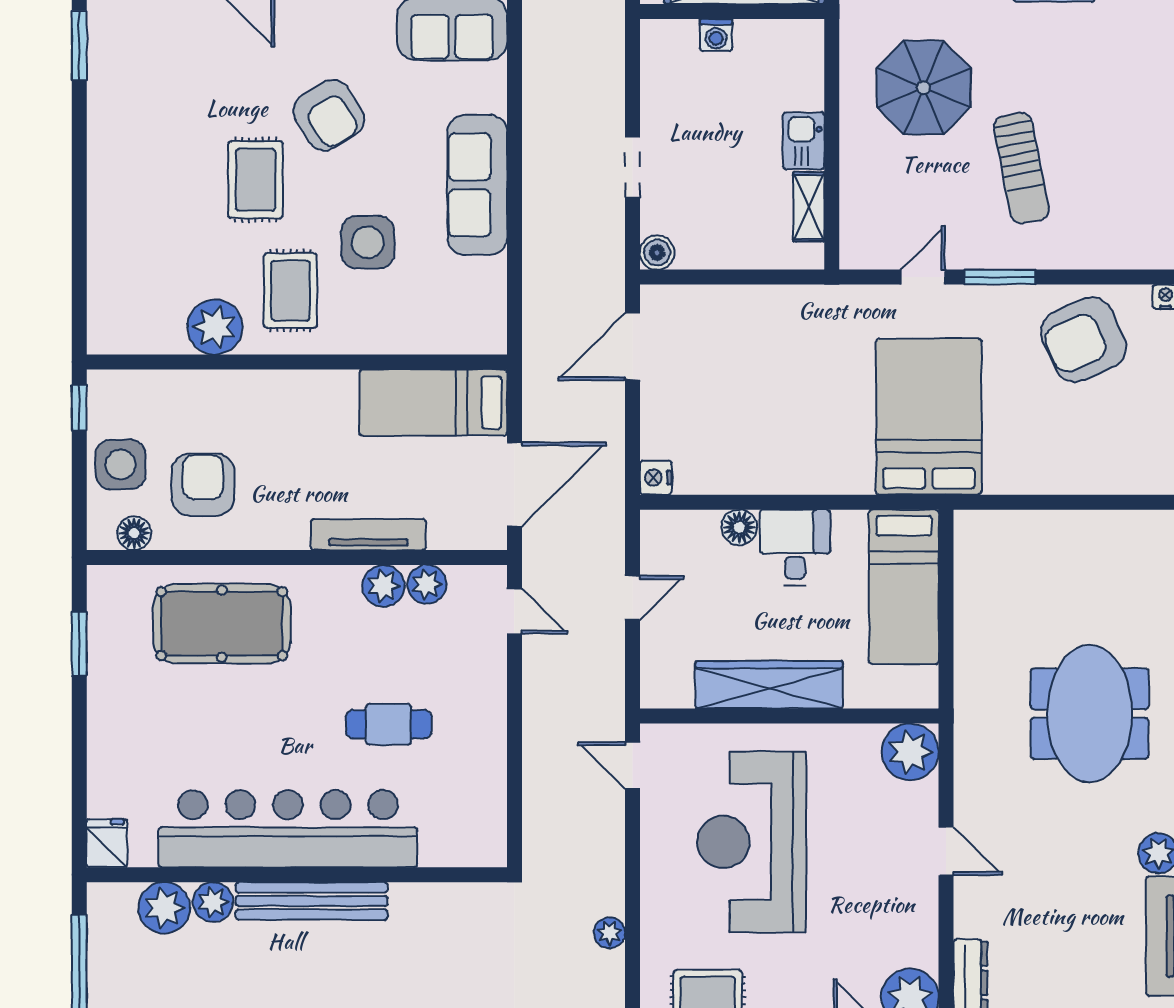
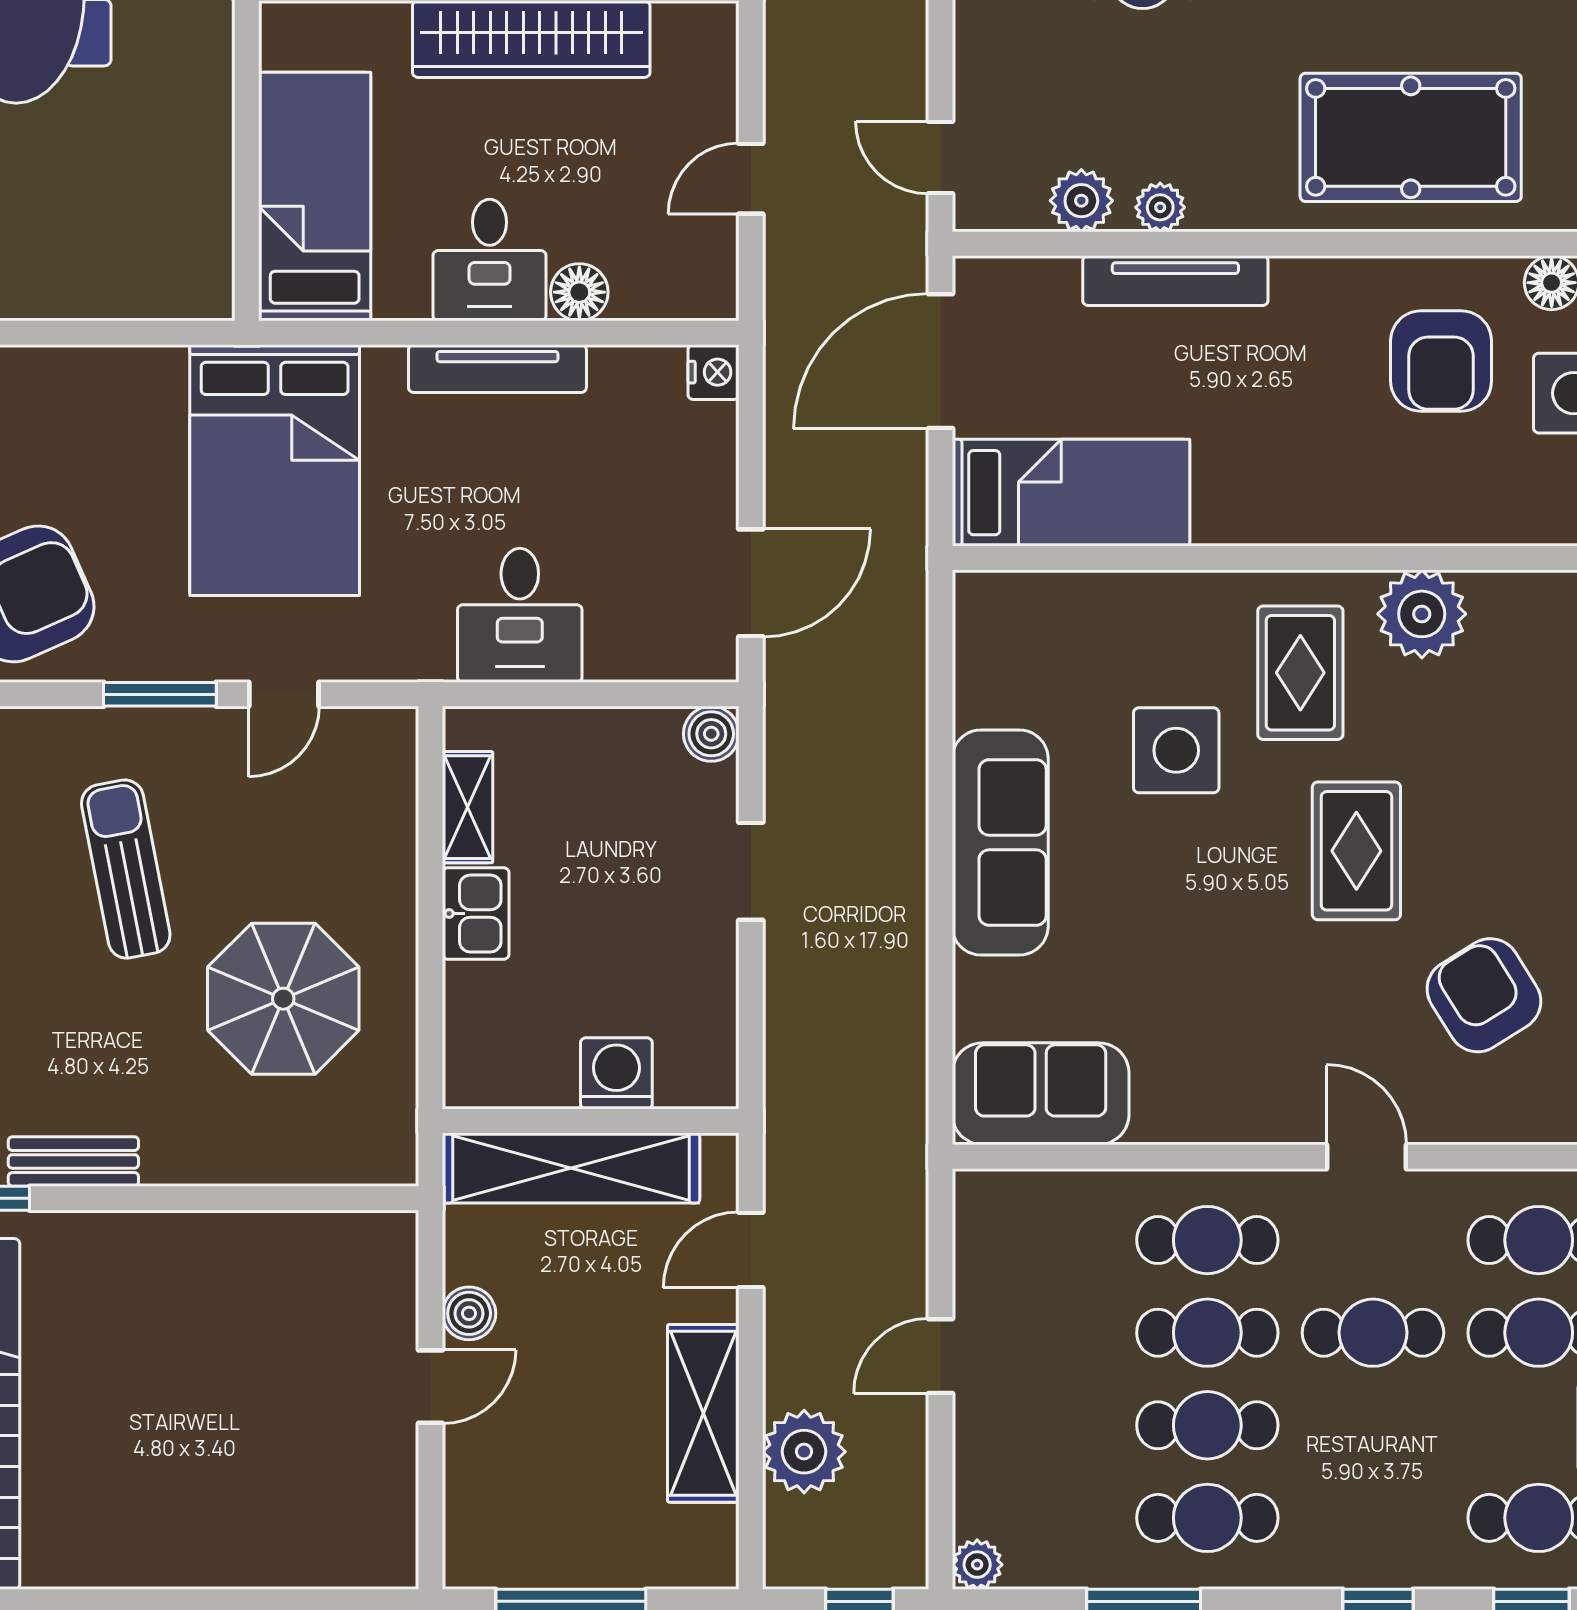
washing machine: (716, 35) -> (616, 1073), width x1.38, depth x1.38
armchair: (329, 115) -> (1484, 995), moved
desk: (776, 326) -> (520, 615), added
tv unit: (790, 480) -> (497, 369), added
plant: (383, 586) -> (1160, 207), width x0.73, depth x0.73

